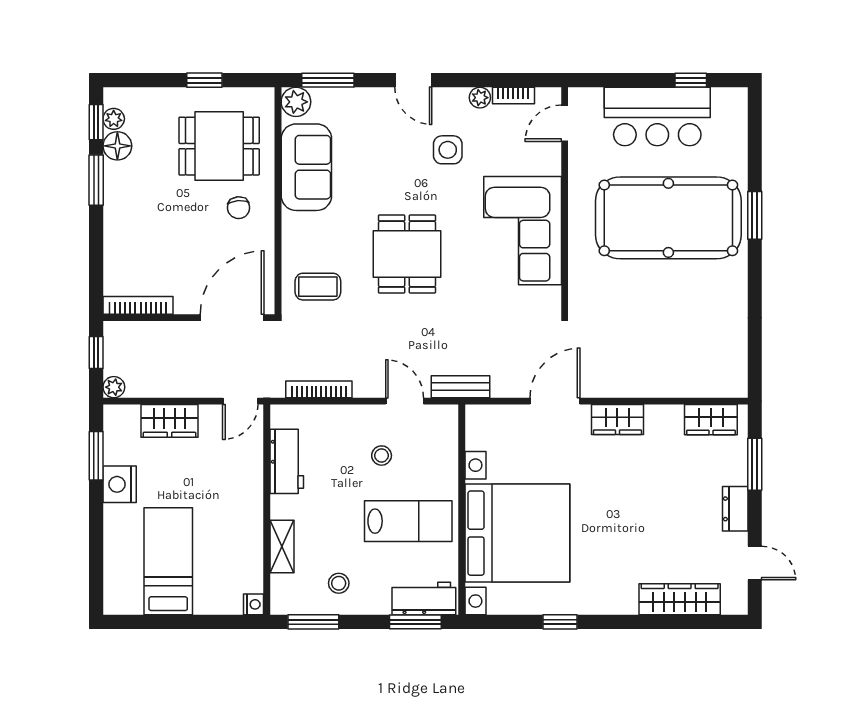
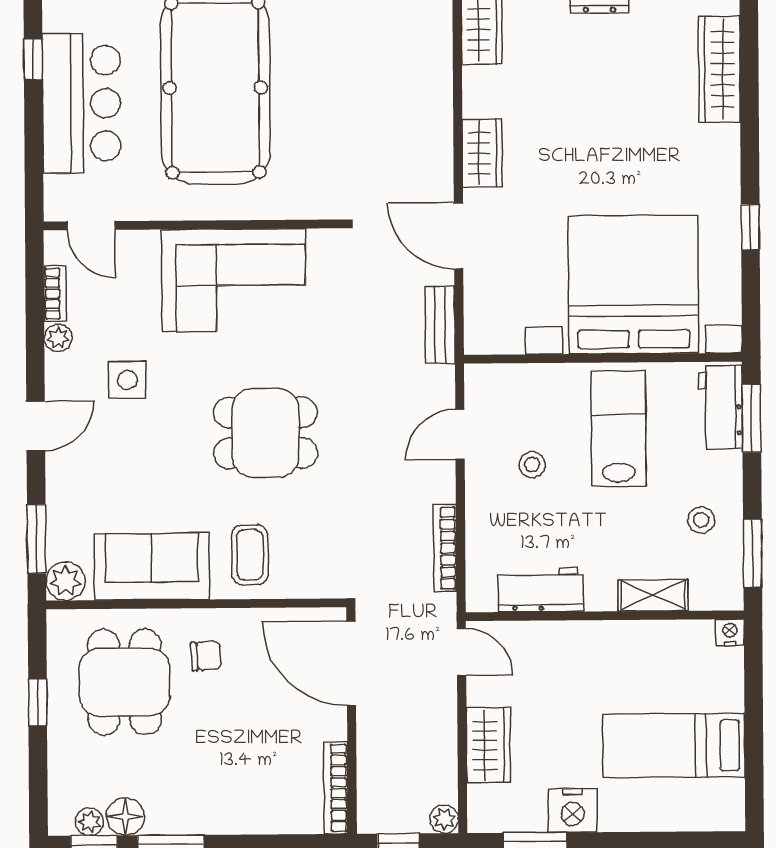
coffee table: (318, 287) -> (250, 555), moved
bench: (460, 387) -> (440, 325), moved

